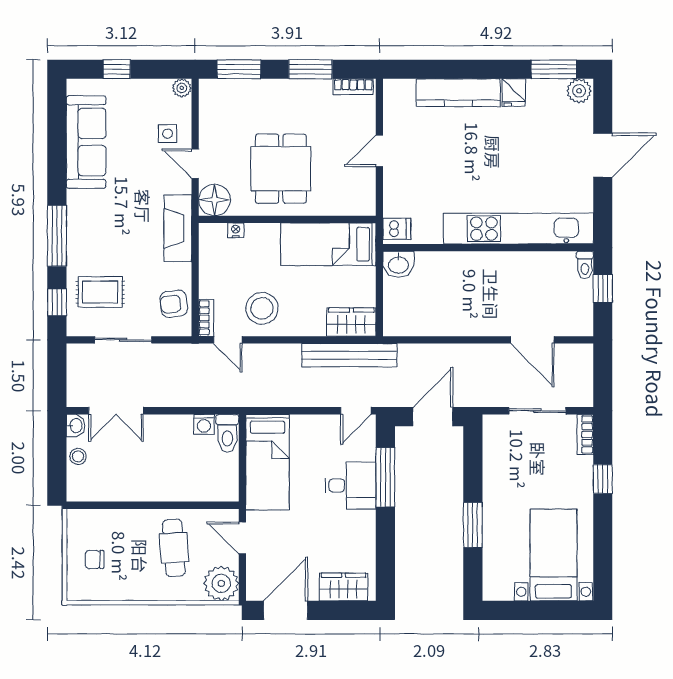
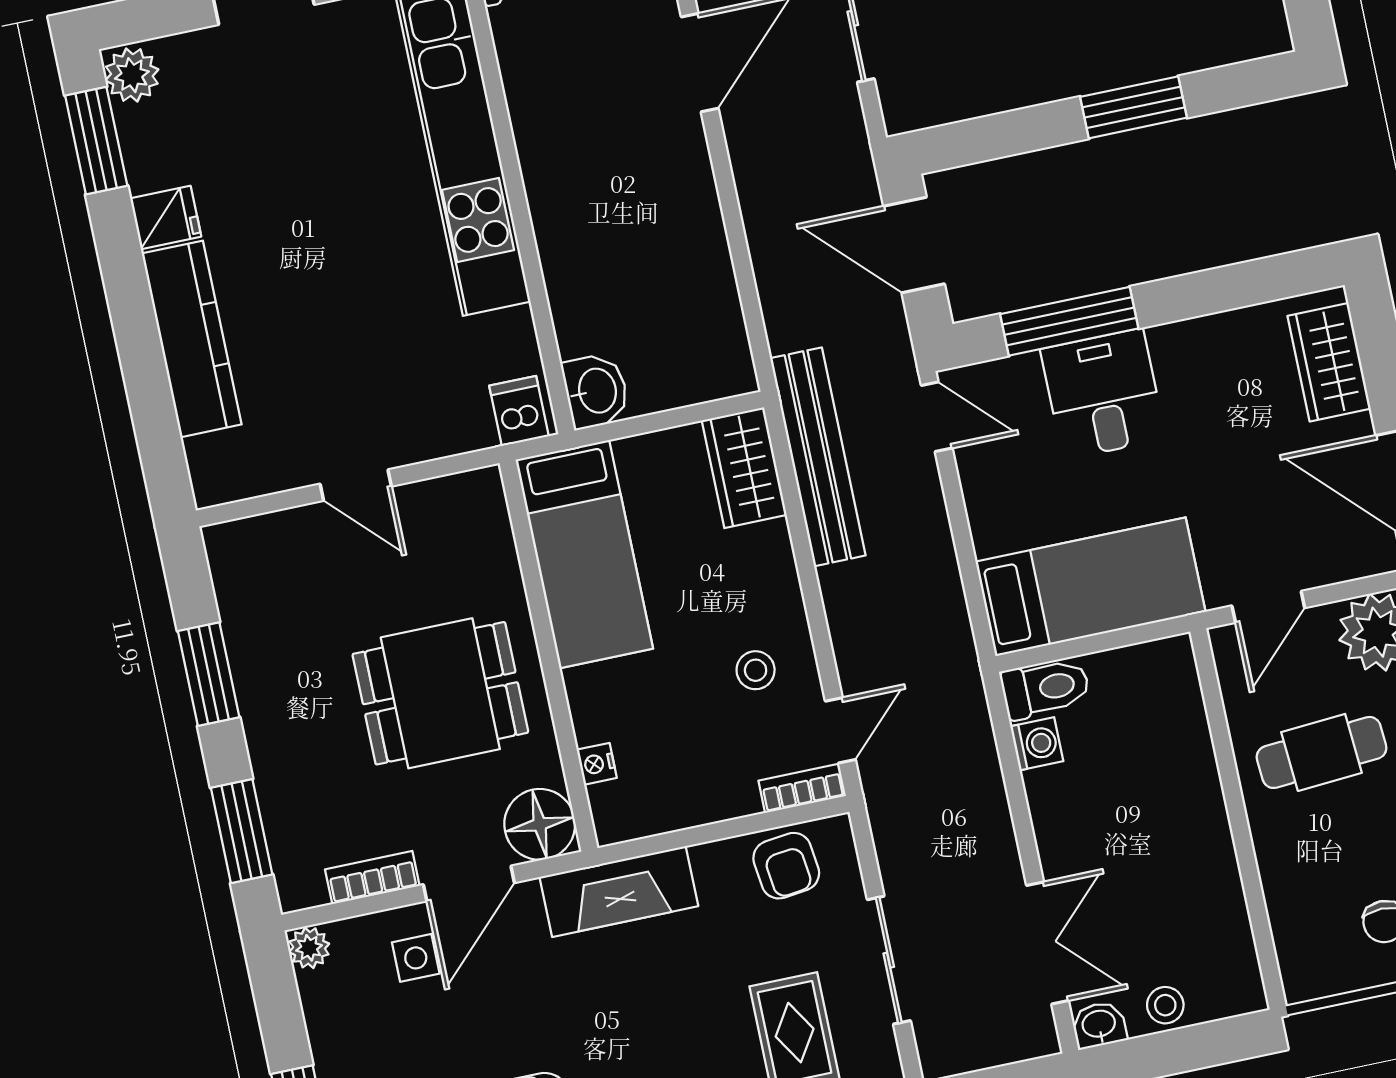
bookcase: (353, 87) -> (372, 878), moved, turned -90
door: (195, 164) -> (469, 884), width x1.38
stool: (262, 308) -> (756, 670), width x0.53, depth x0.53

